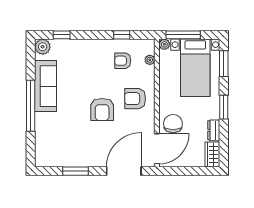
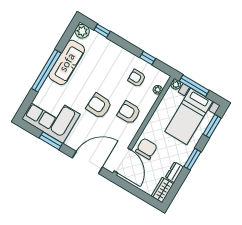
armchair: (102, 109) -> (99, 106), turned 93
corner sofa: (62, 148) -> (51, 117), added
door: (157, 149) -> (123, 161), hinge flipped

